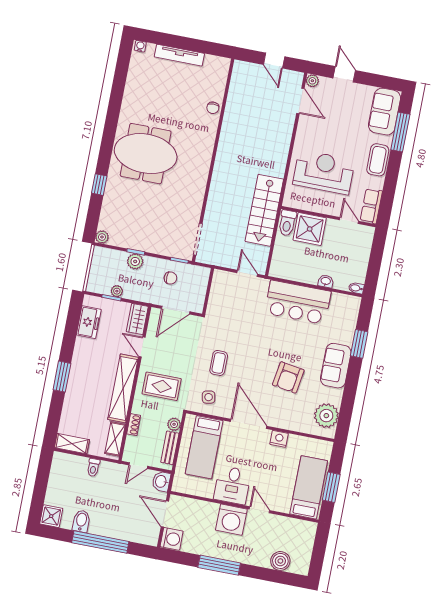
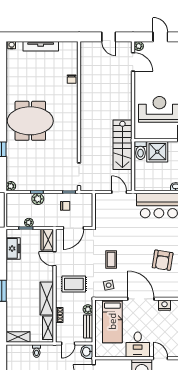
shelving: (123, 388) -> (47, 299), width x0.68

